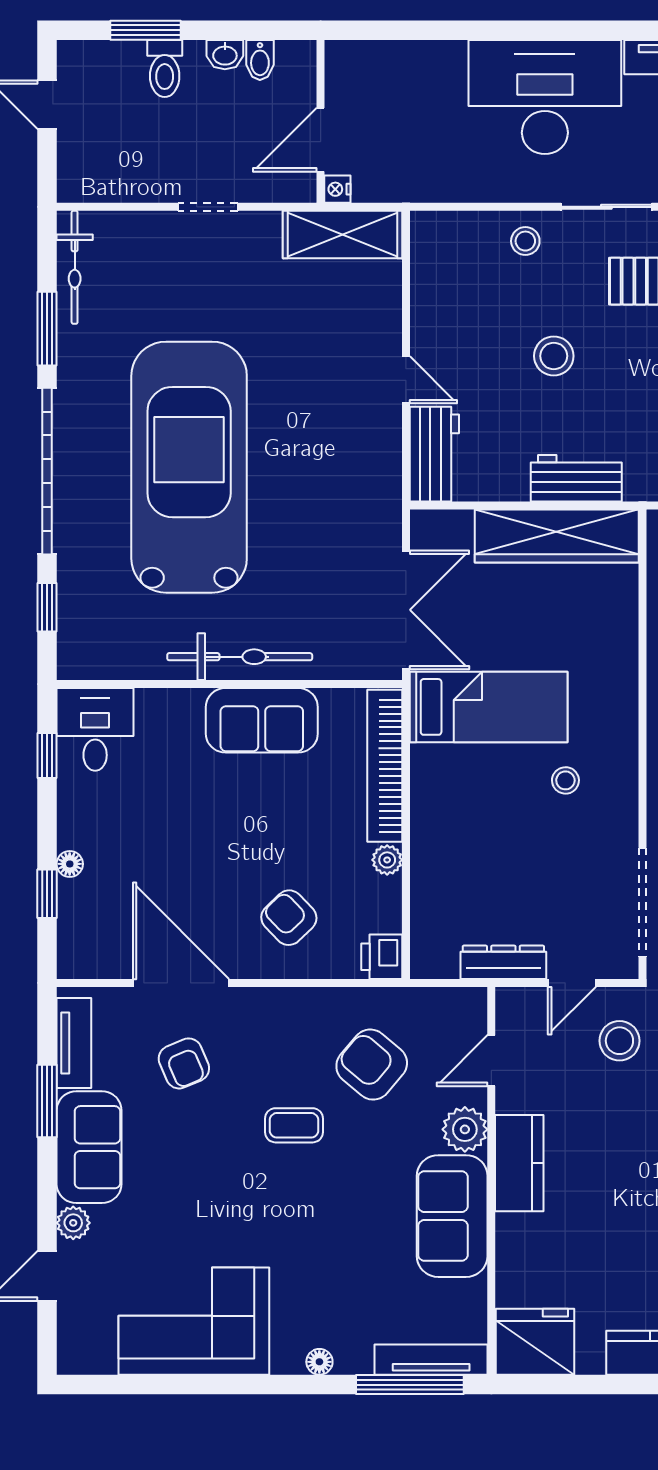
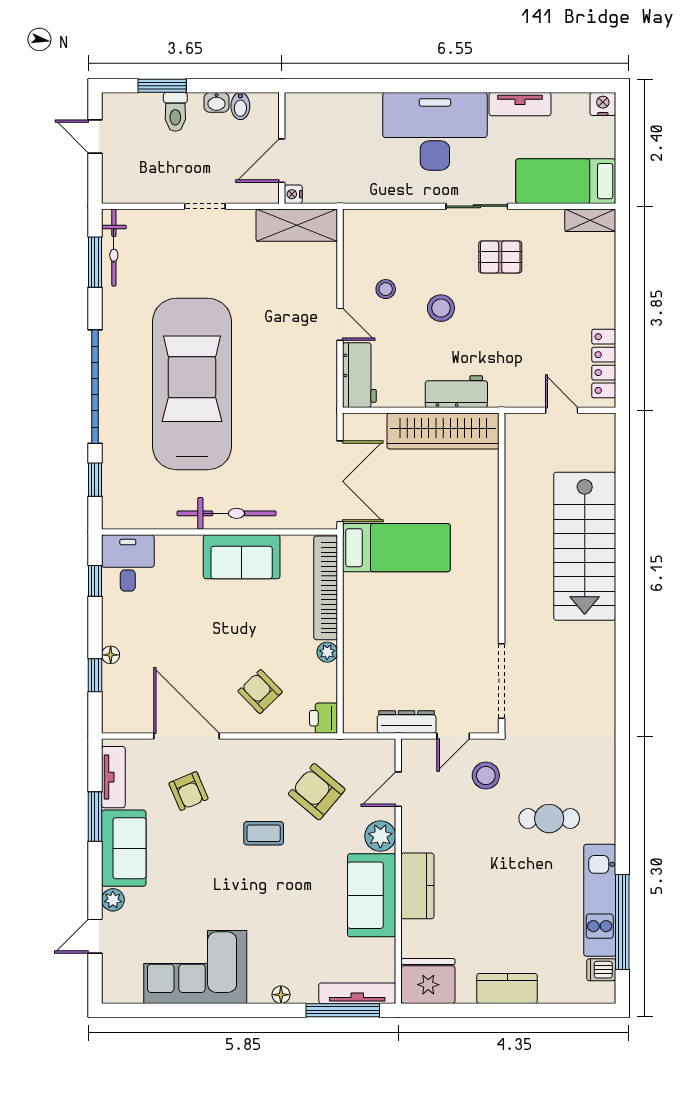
stool: (525, 241) -> (386, 289), moved
window: (47, 329) -> (95, 262), moved
stool: (565, 780) -> (449, 598), removed
kitchen counter: (519, 1163) -> (417, 886), moved

